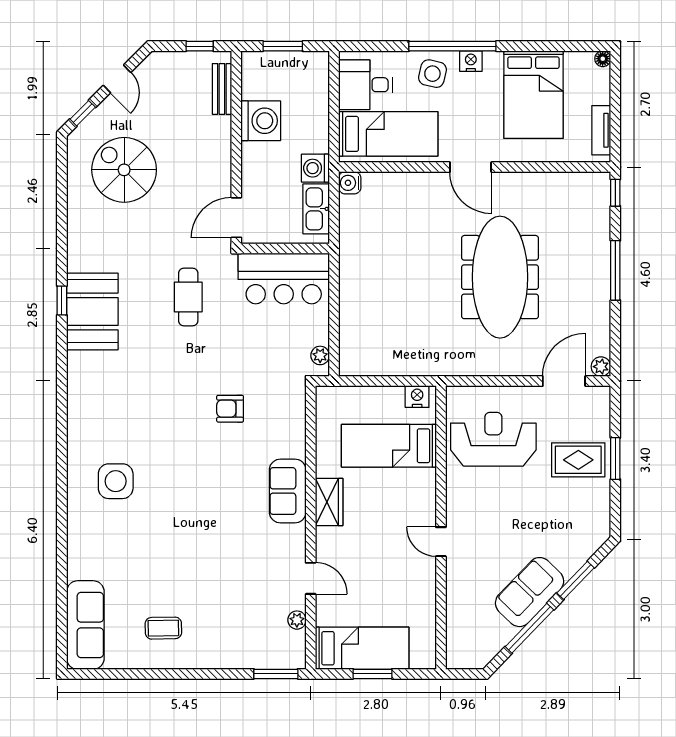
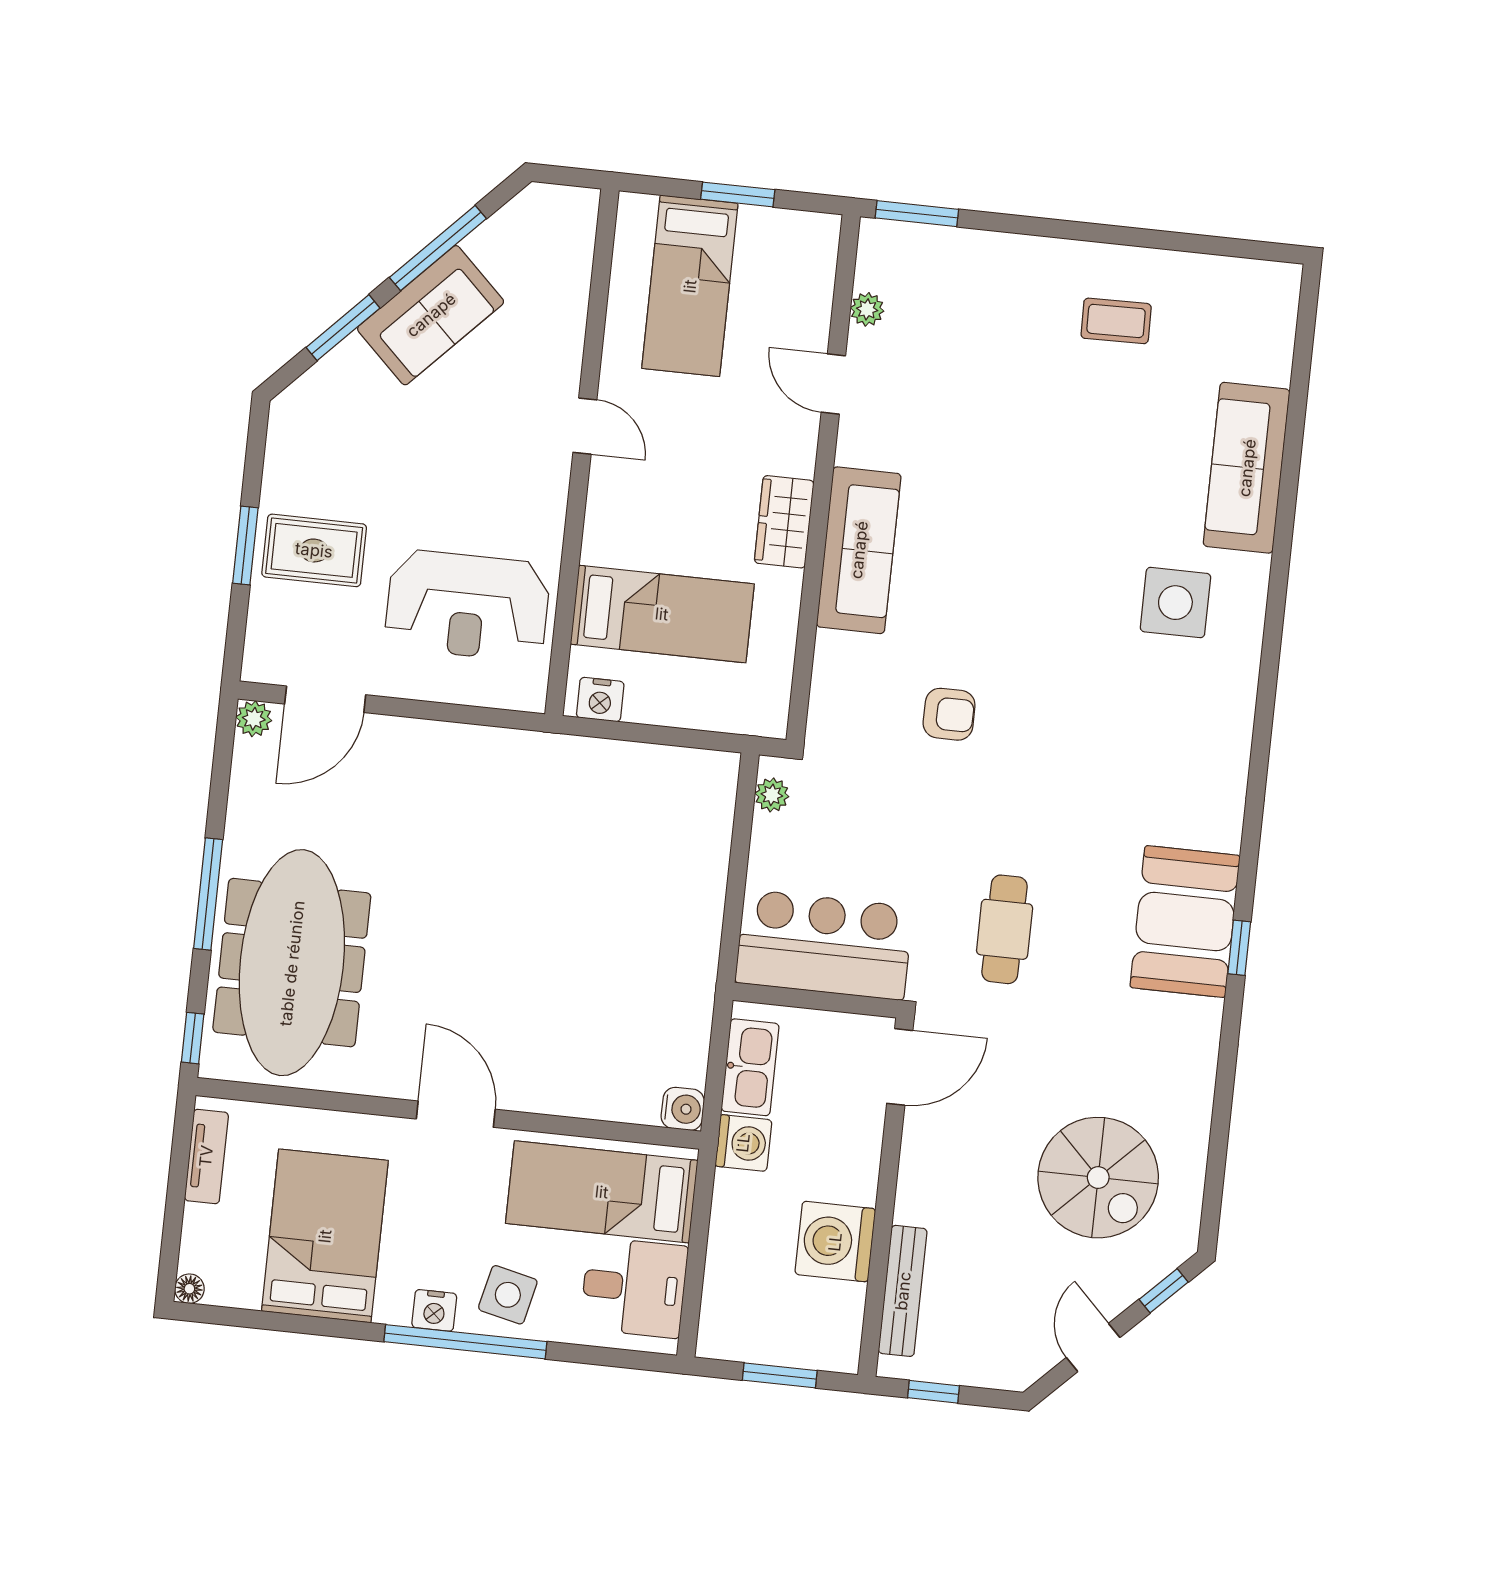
bench: (222, 89) -> (903, 1291), width x1.36
meeting table: (500, 277) -> (292, 963), moved
sofa: (288, 491) -> (859, 550), width x1.36
sofa: (85, 625) -> (1247, 468), moved
bed: (362, 648) -> (690, 286), moved, turned -90

